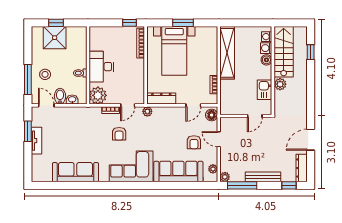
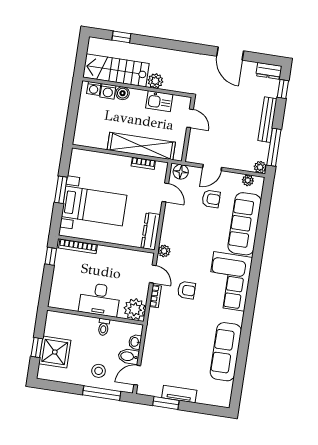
shelving: (227, 53) -> (141, 146), moved
dresser: (302, 168) -> (269, 71), width x0.70

